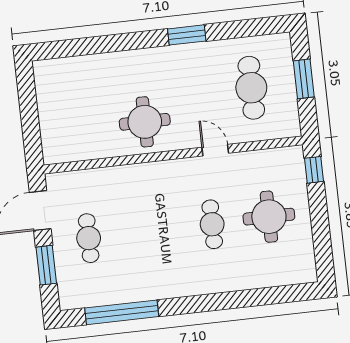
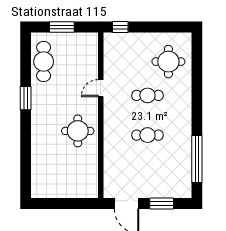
cafe table: (251, 88) -> (44, 62), moved, turned 90
round table: (269, 217) -> (168, 62), moved
cafe table: (89, 238) -> (147, 135), moved

